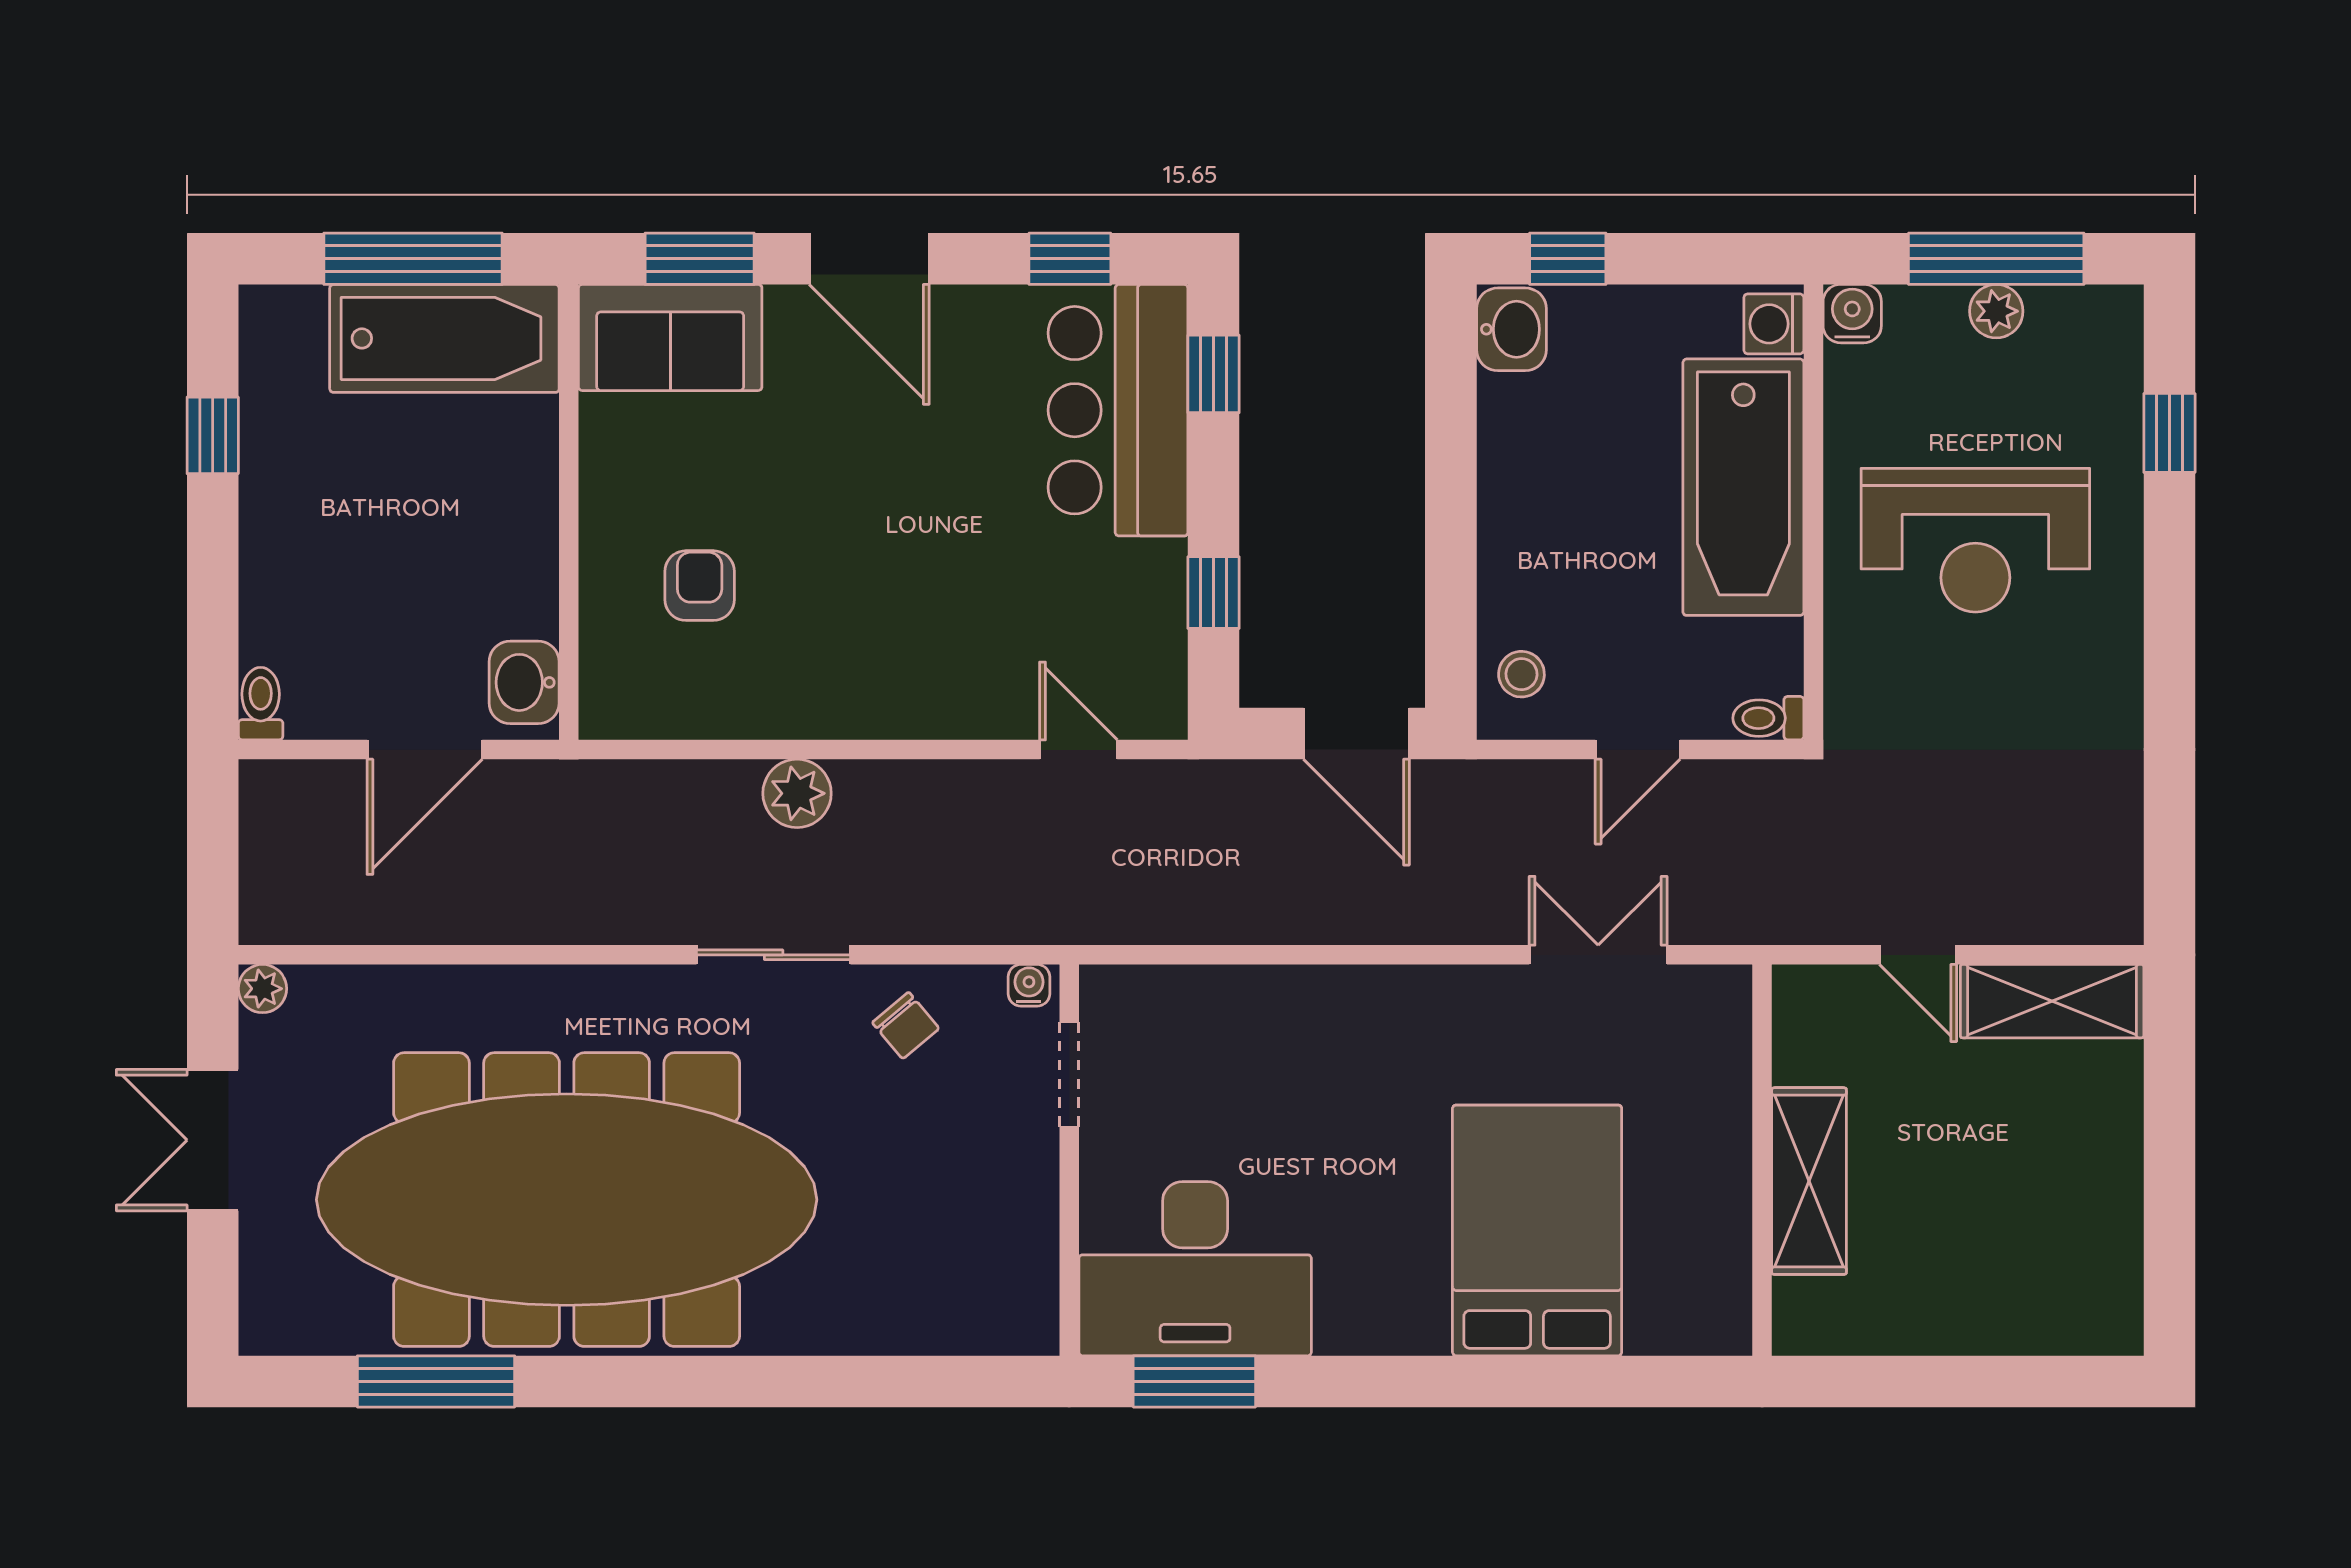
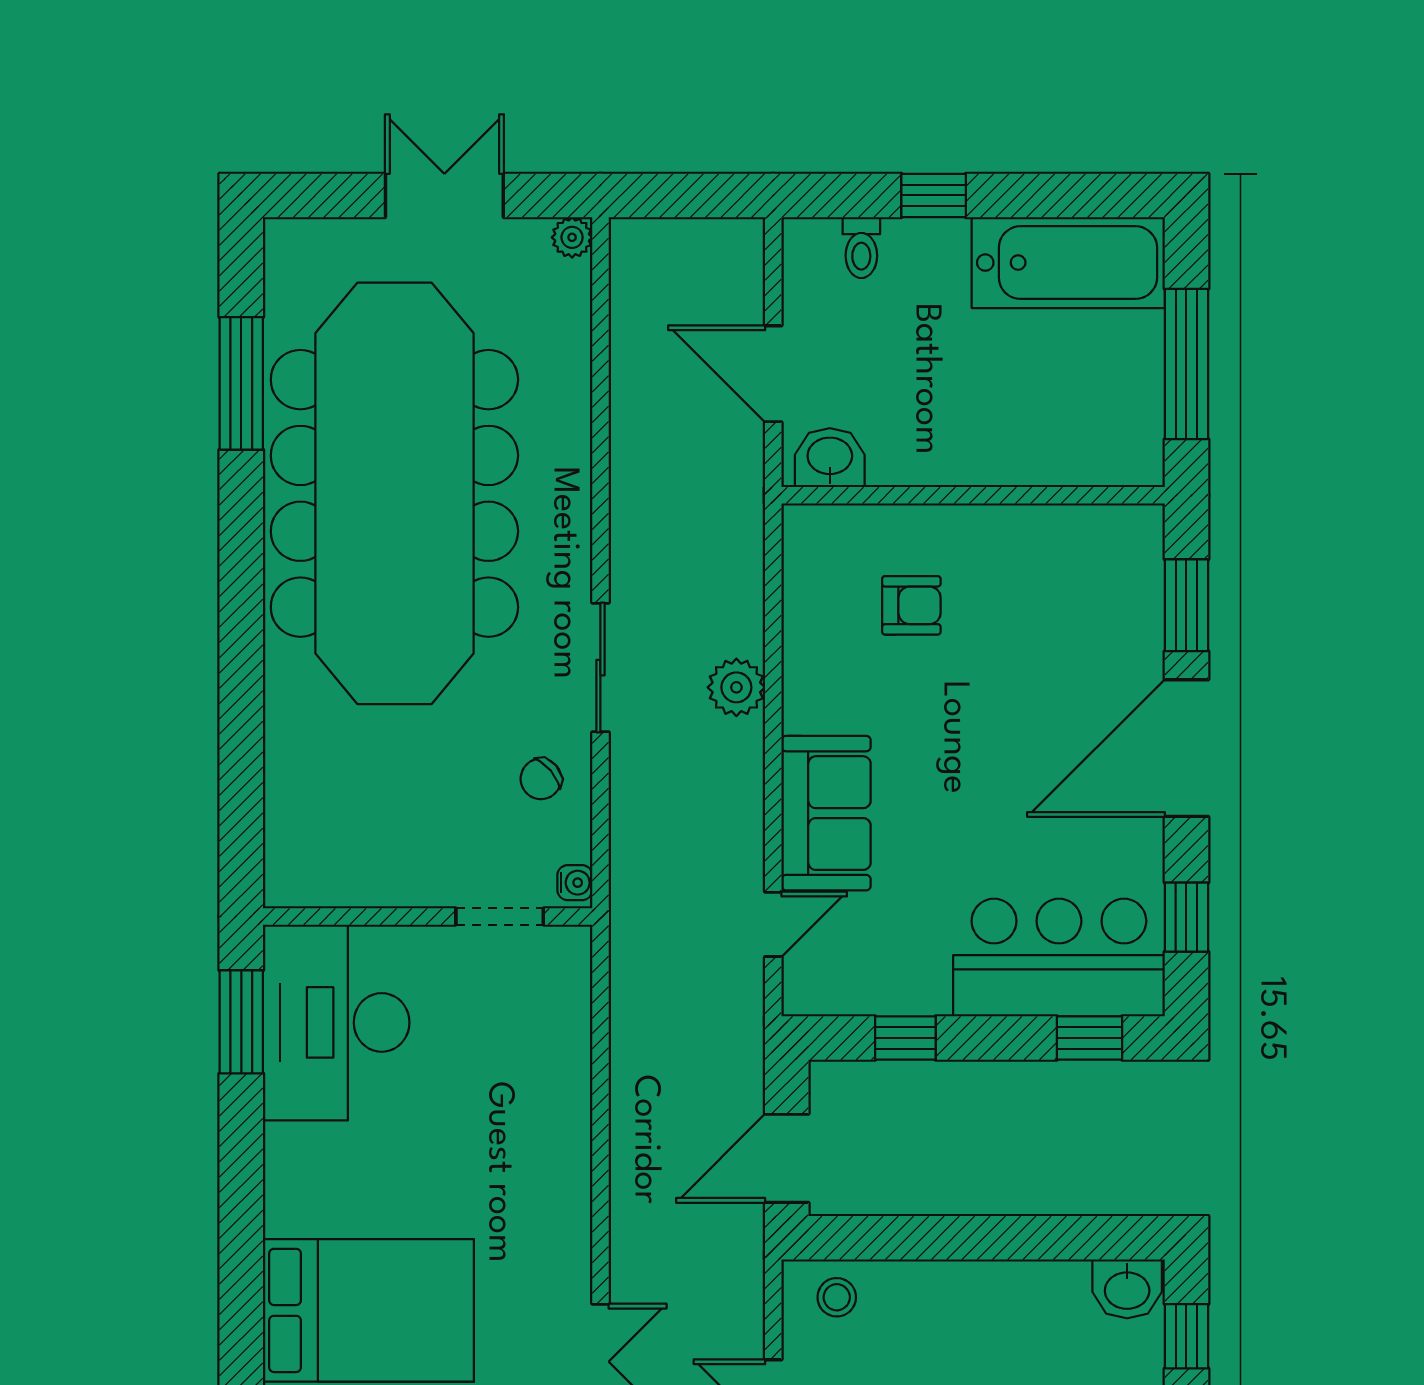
door: (869, 259) -> (1186, 748), width x1.36
sofa: (670, 337) -> (826, 813), moved, turned 180
bathtub: (444, 338) -> (1068, 263), moved, turned -90
window: (213, 435) -> (934, 195), moved
toilet: (261, 704) -> (861, 248), moved, turned 90

